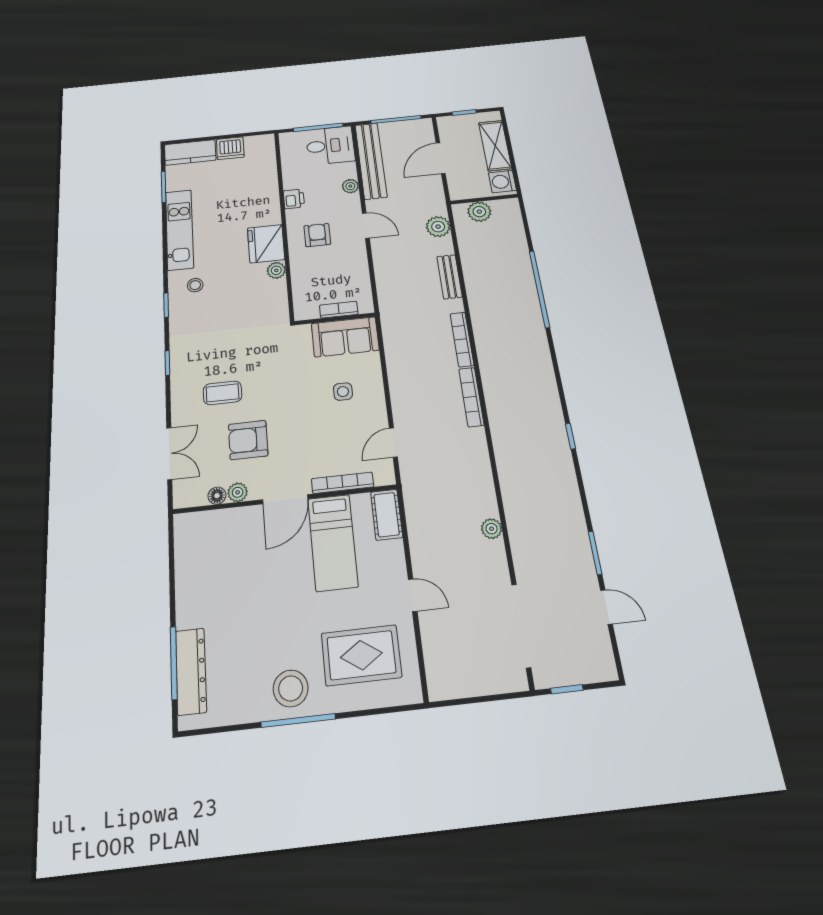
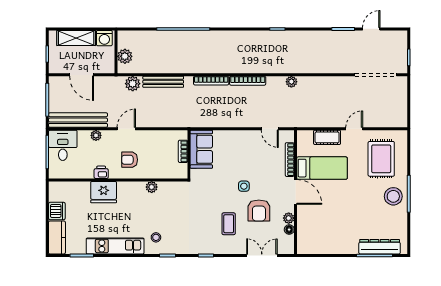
fridge: (266, 244) -> (104, 192), moved
bench: (449, 277) -> (163, 82), width x1.36
side table: (343, 392) -> (244, 186), moved
cot: (387, 515) -> (327, 137), moved
plant: (492, 529) -> (291, 82), moved

